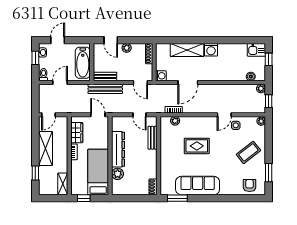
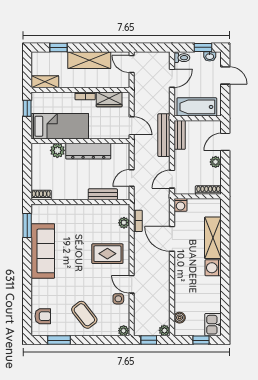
door: (60, 83) -> (172, 78), hinge flipped
door: (98, 115) -> (132, 126), hinge flipped
rug: (197, 146) -> (107, 254), moved, turned 90

